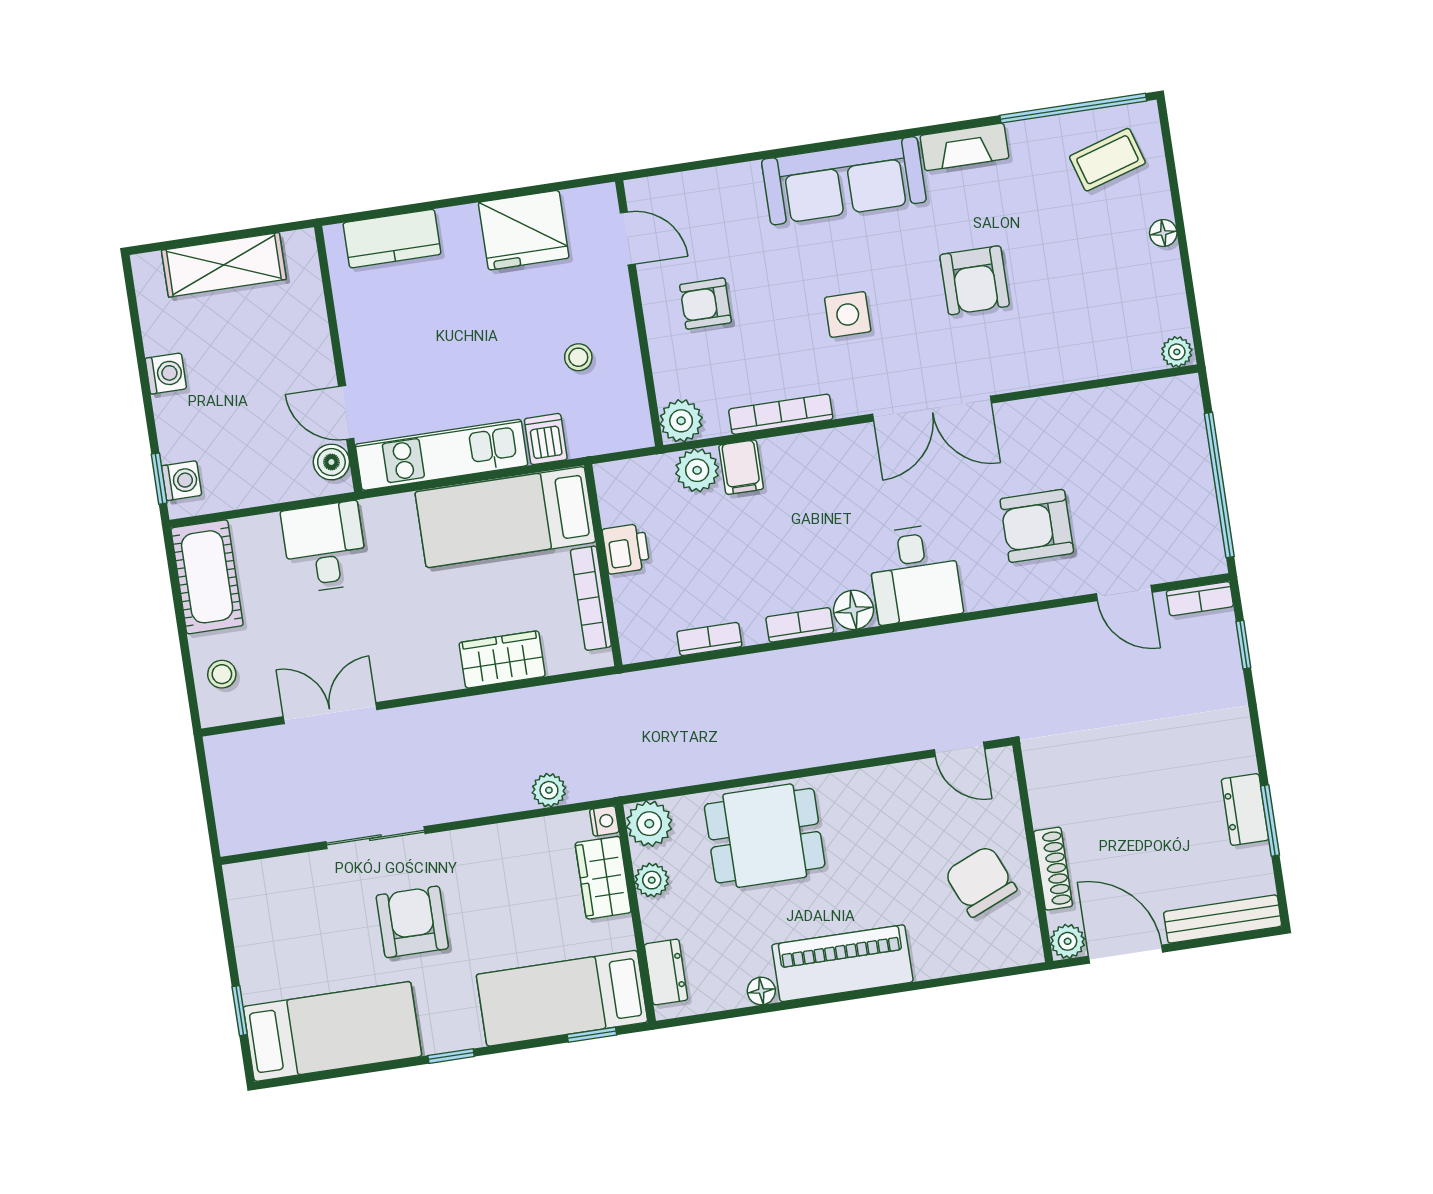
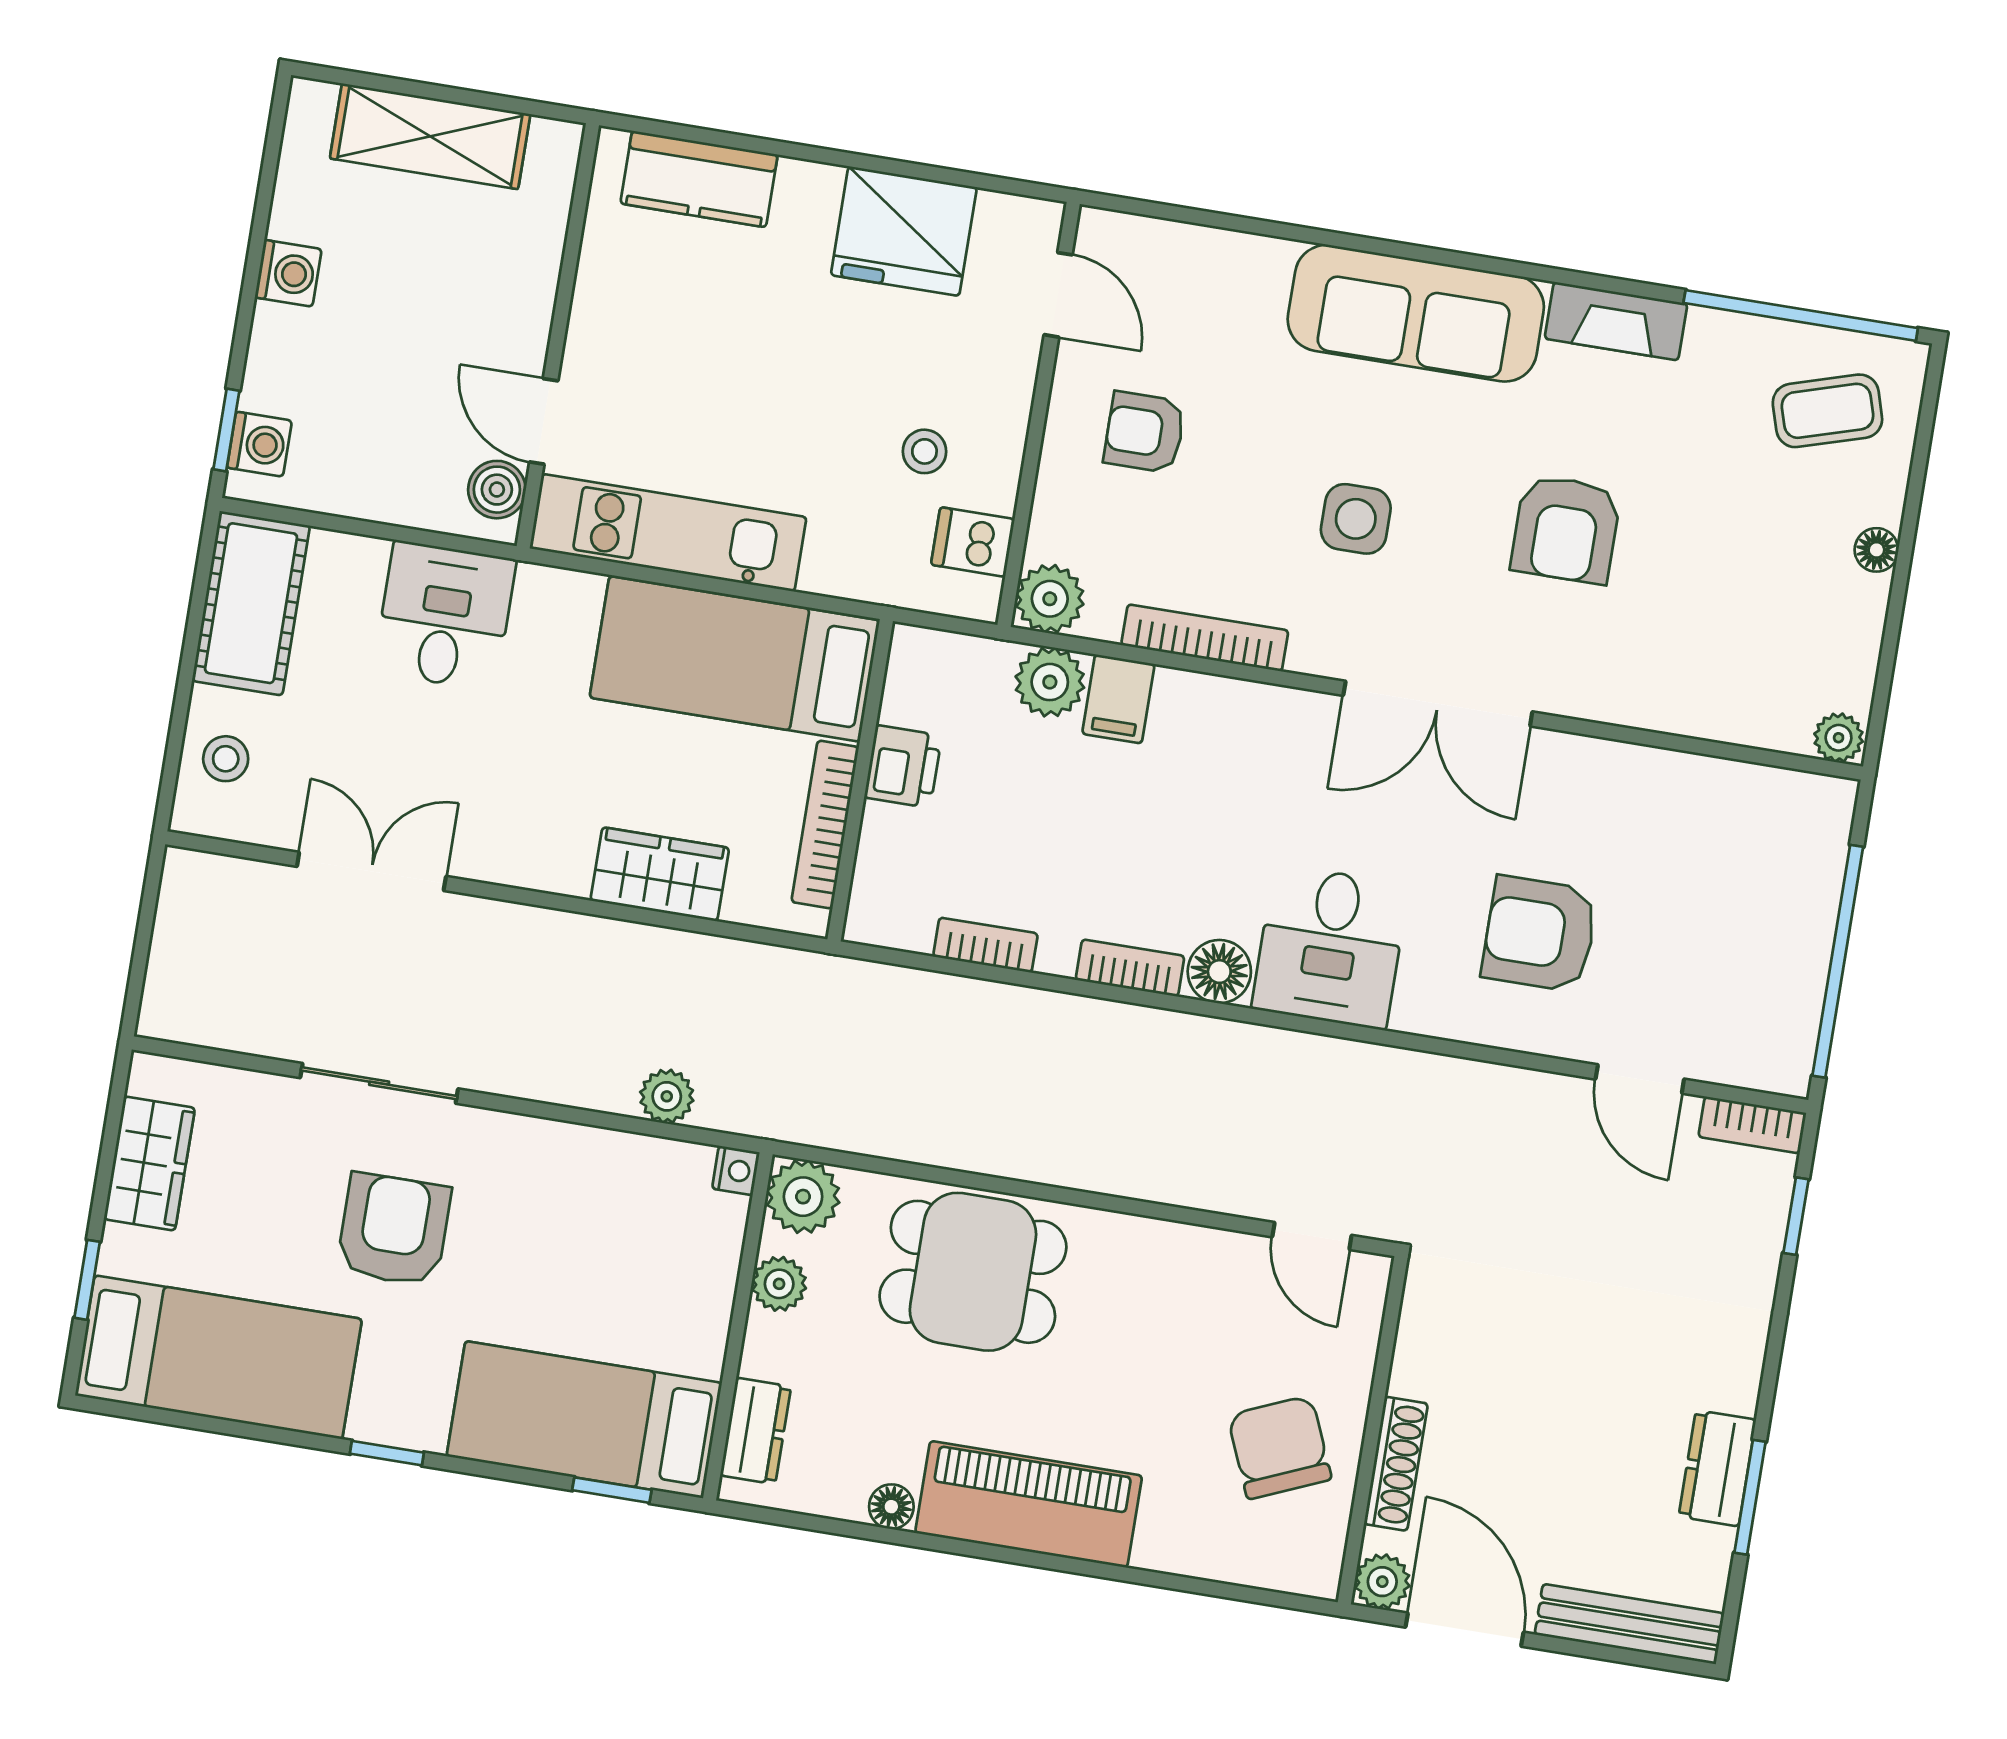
dishwasher: (546, 439) -> (973, 542), moved, turned -90
wardrobe: (603, 878) -> (149, 1163), moved, turned 180

